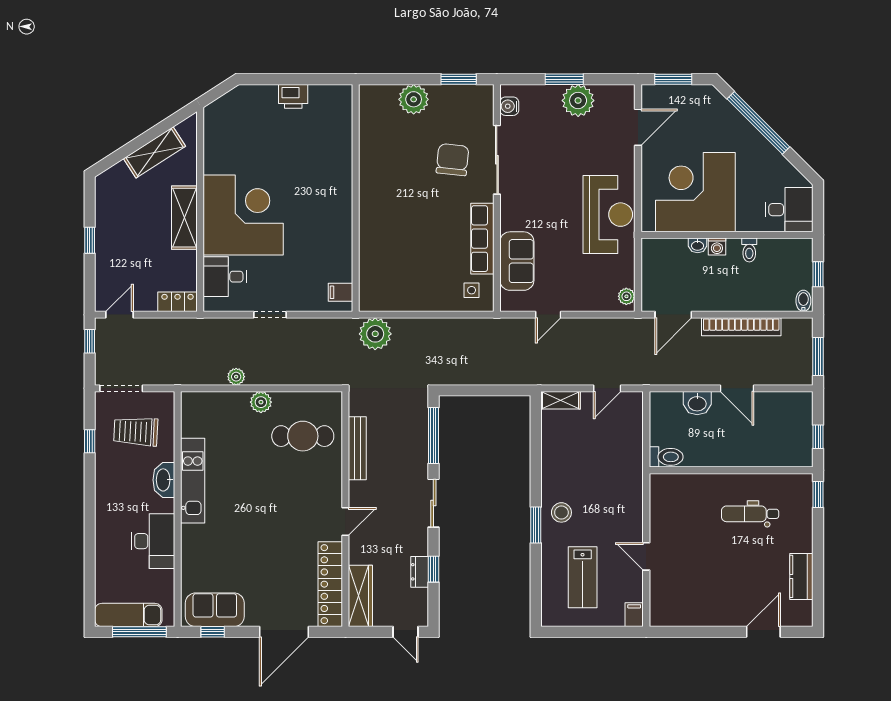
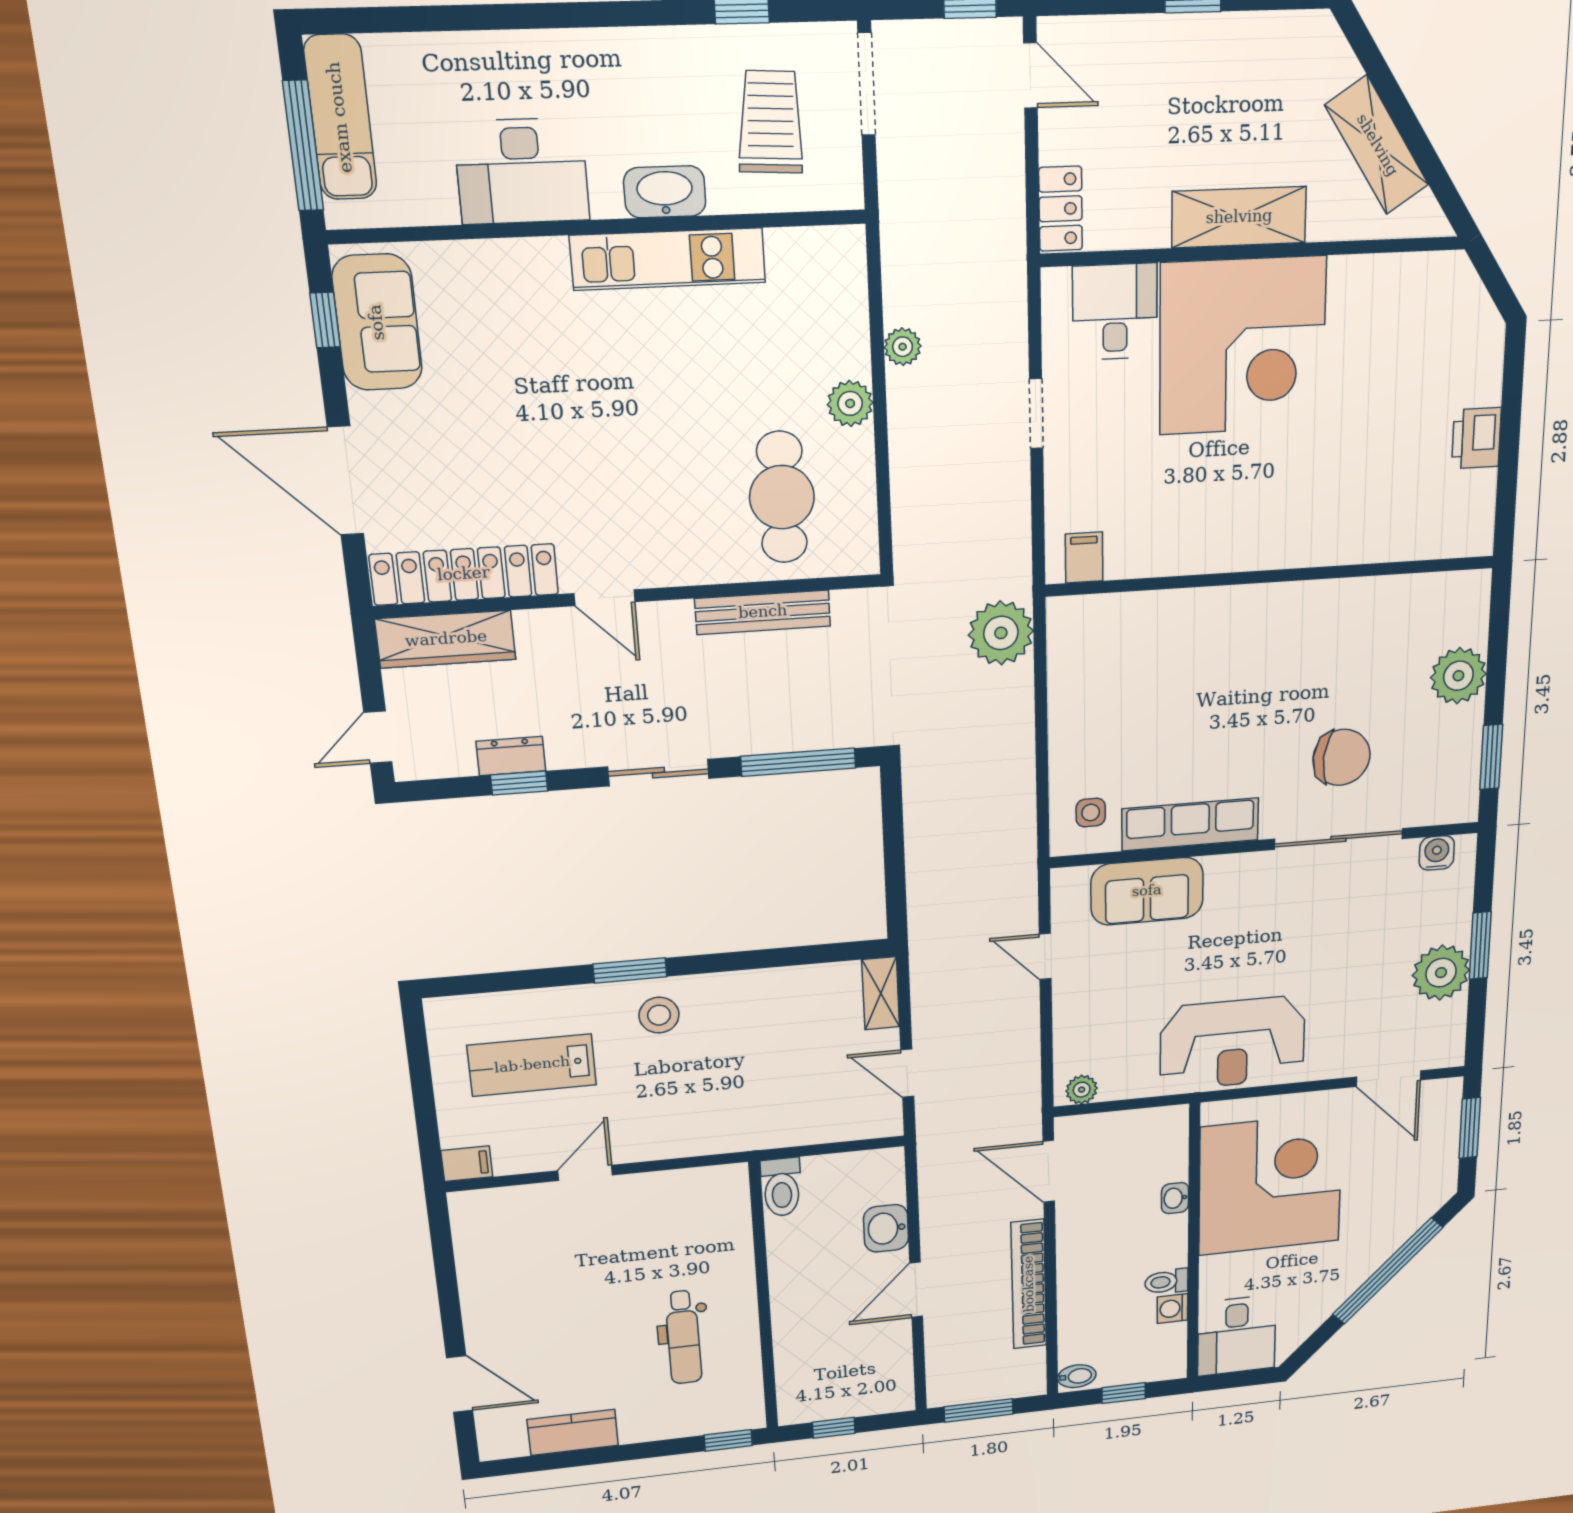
washing machine: (717, 247) -> (1172, 1309), moved
dental chair: (750, 514) -> (683, 1337), turned 180

